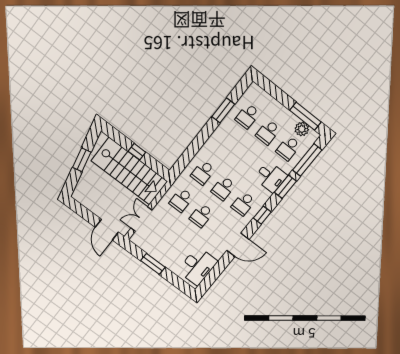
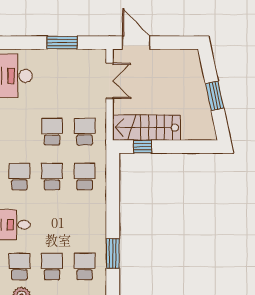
window: (137, 152) -> (143, 147), moved
stairs: (129, 171) -> (146, 128), width x0.73, depth x0.66

